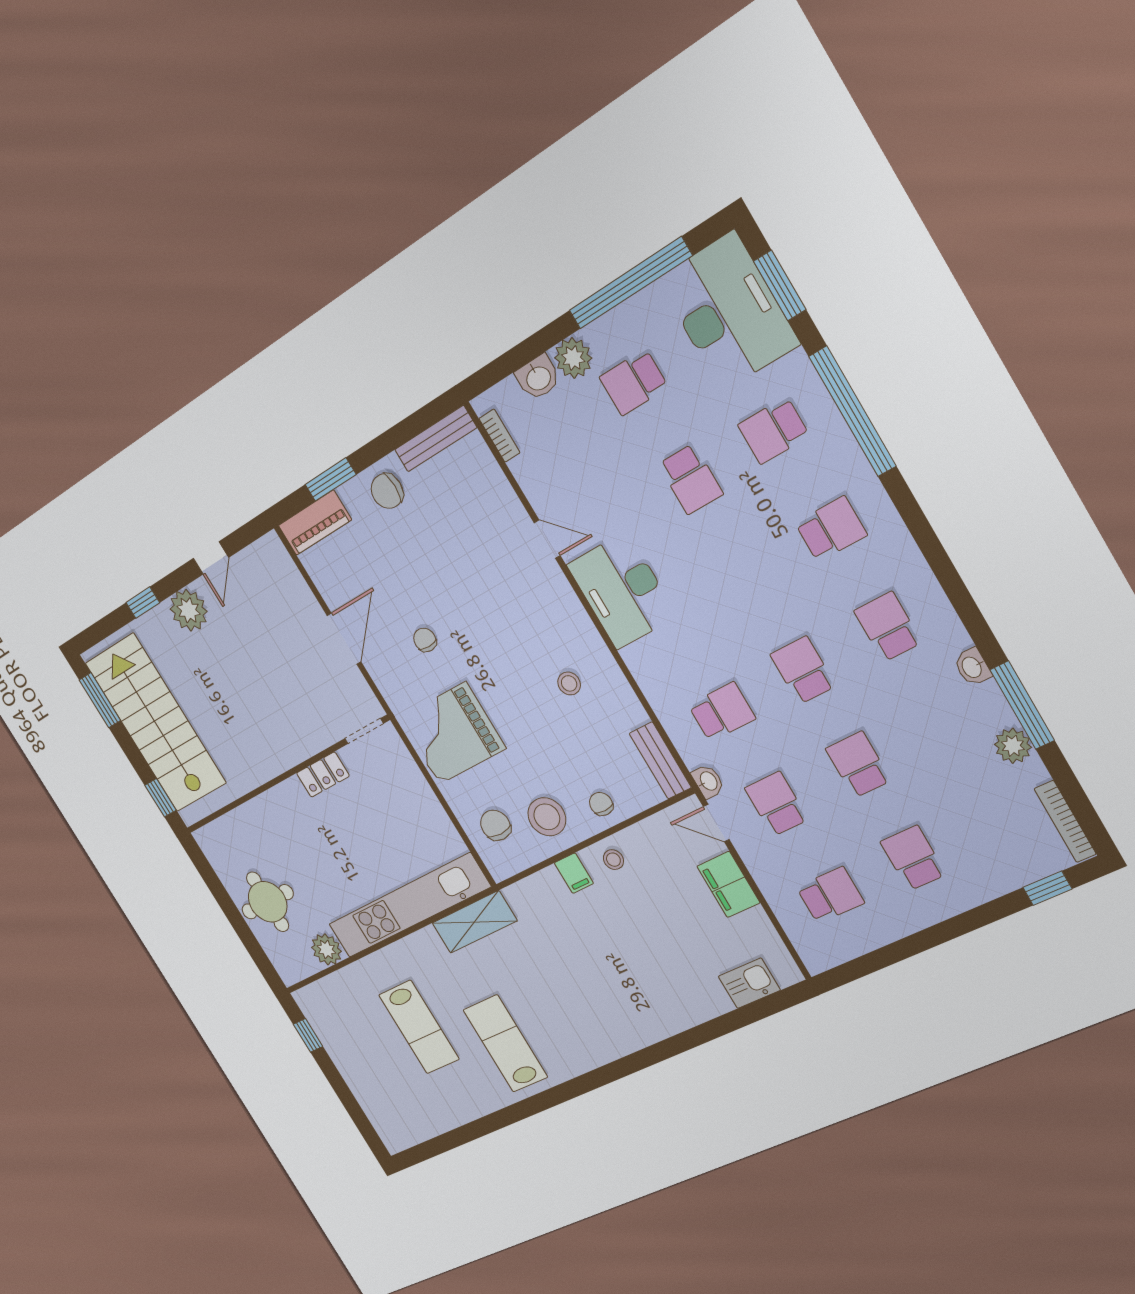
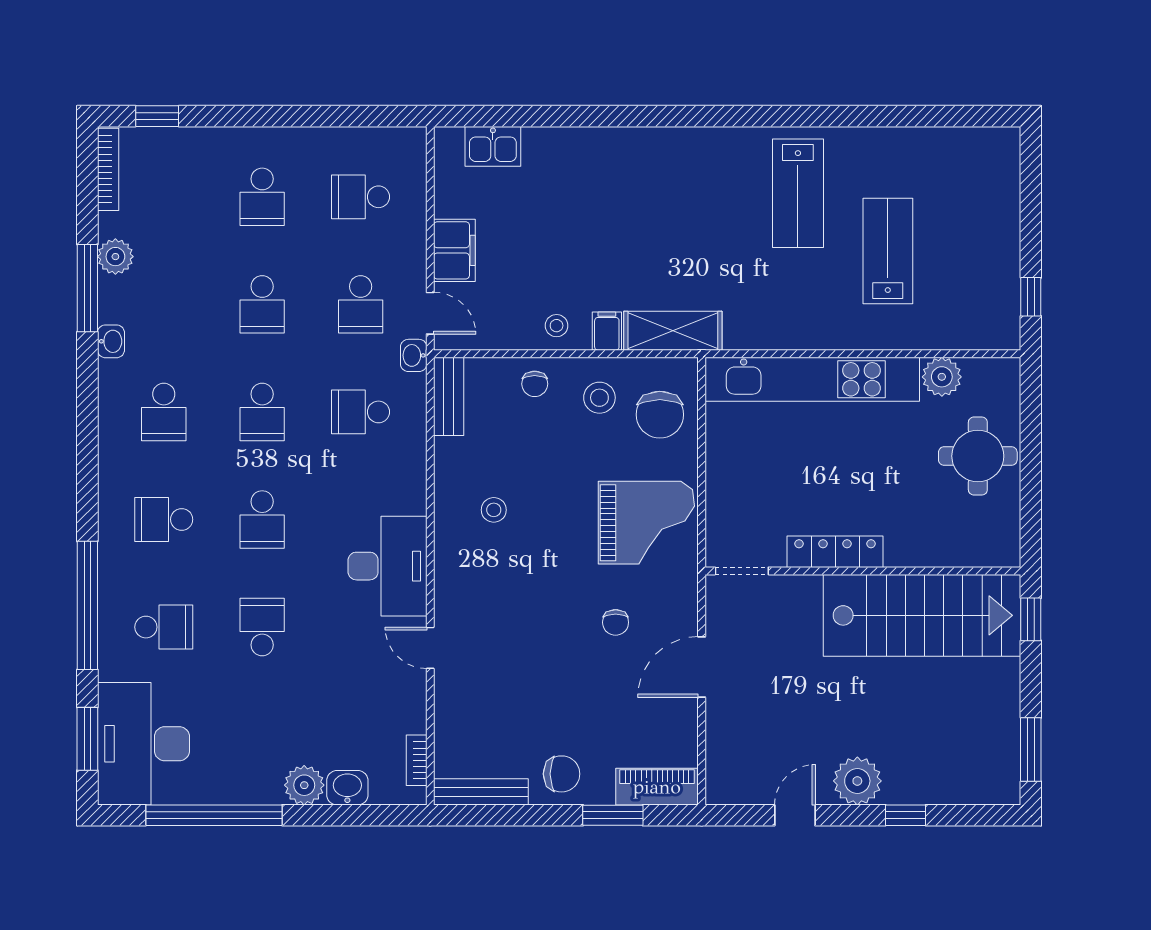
school desk: (634, 382) -> (262, 519), moved, turned 90
stairs: (156, 723) -> (922, 615), moved, turned -90
locker: (323, 775) -> (835, 552), width x1.53
stool: (547, 817) -> (599, 398), width x0.73, depth x0.73
chair: (496, 825) -> (660, 415), width x1.37, depth x1.37
shelving: (474, 922) -> (673, 331), moved

